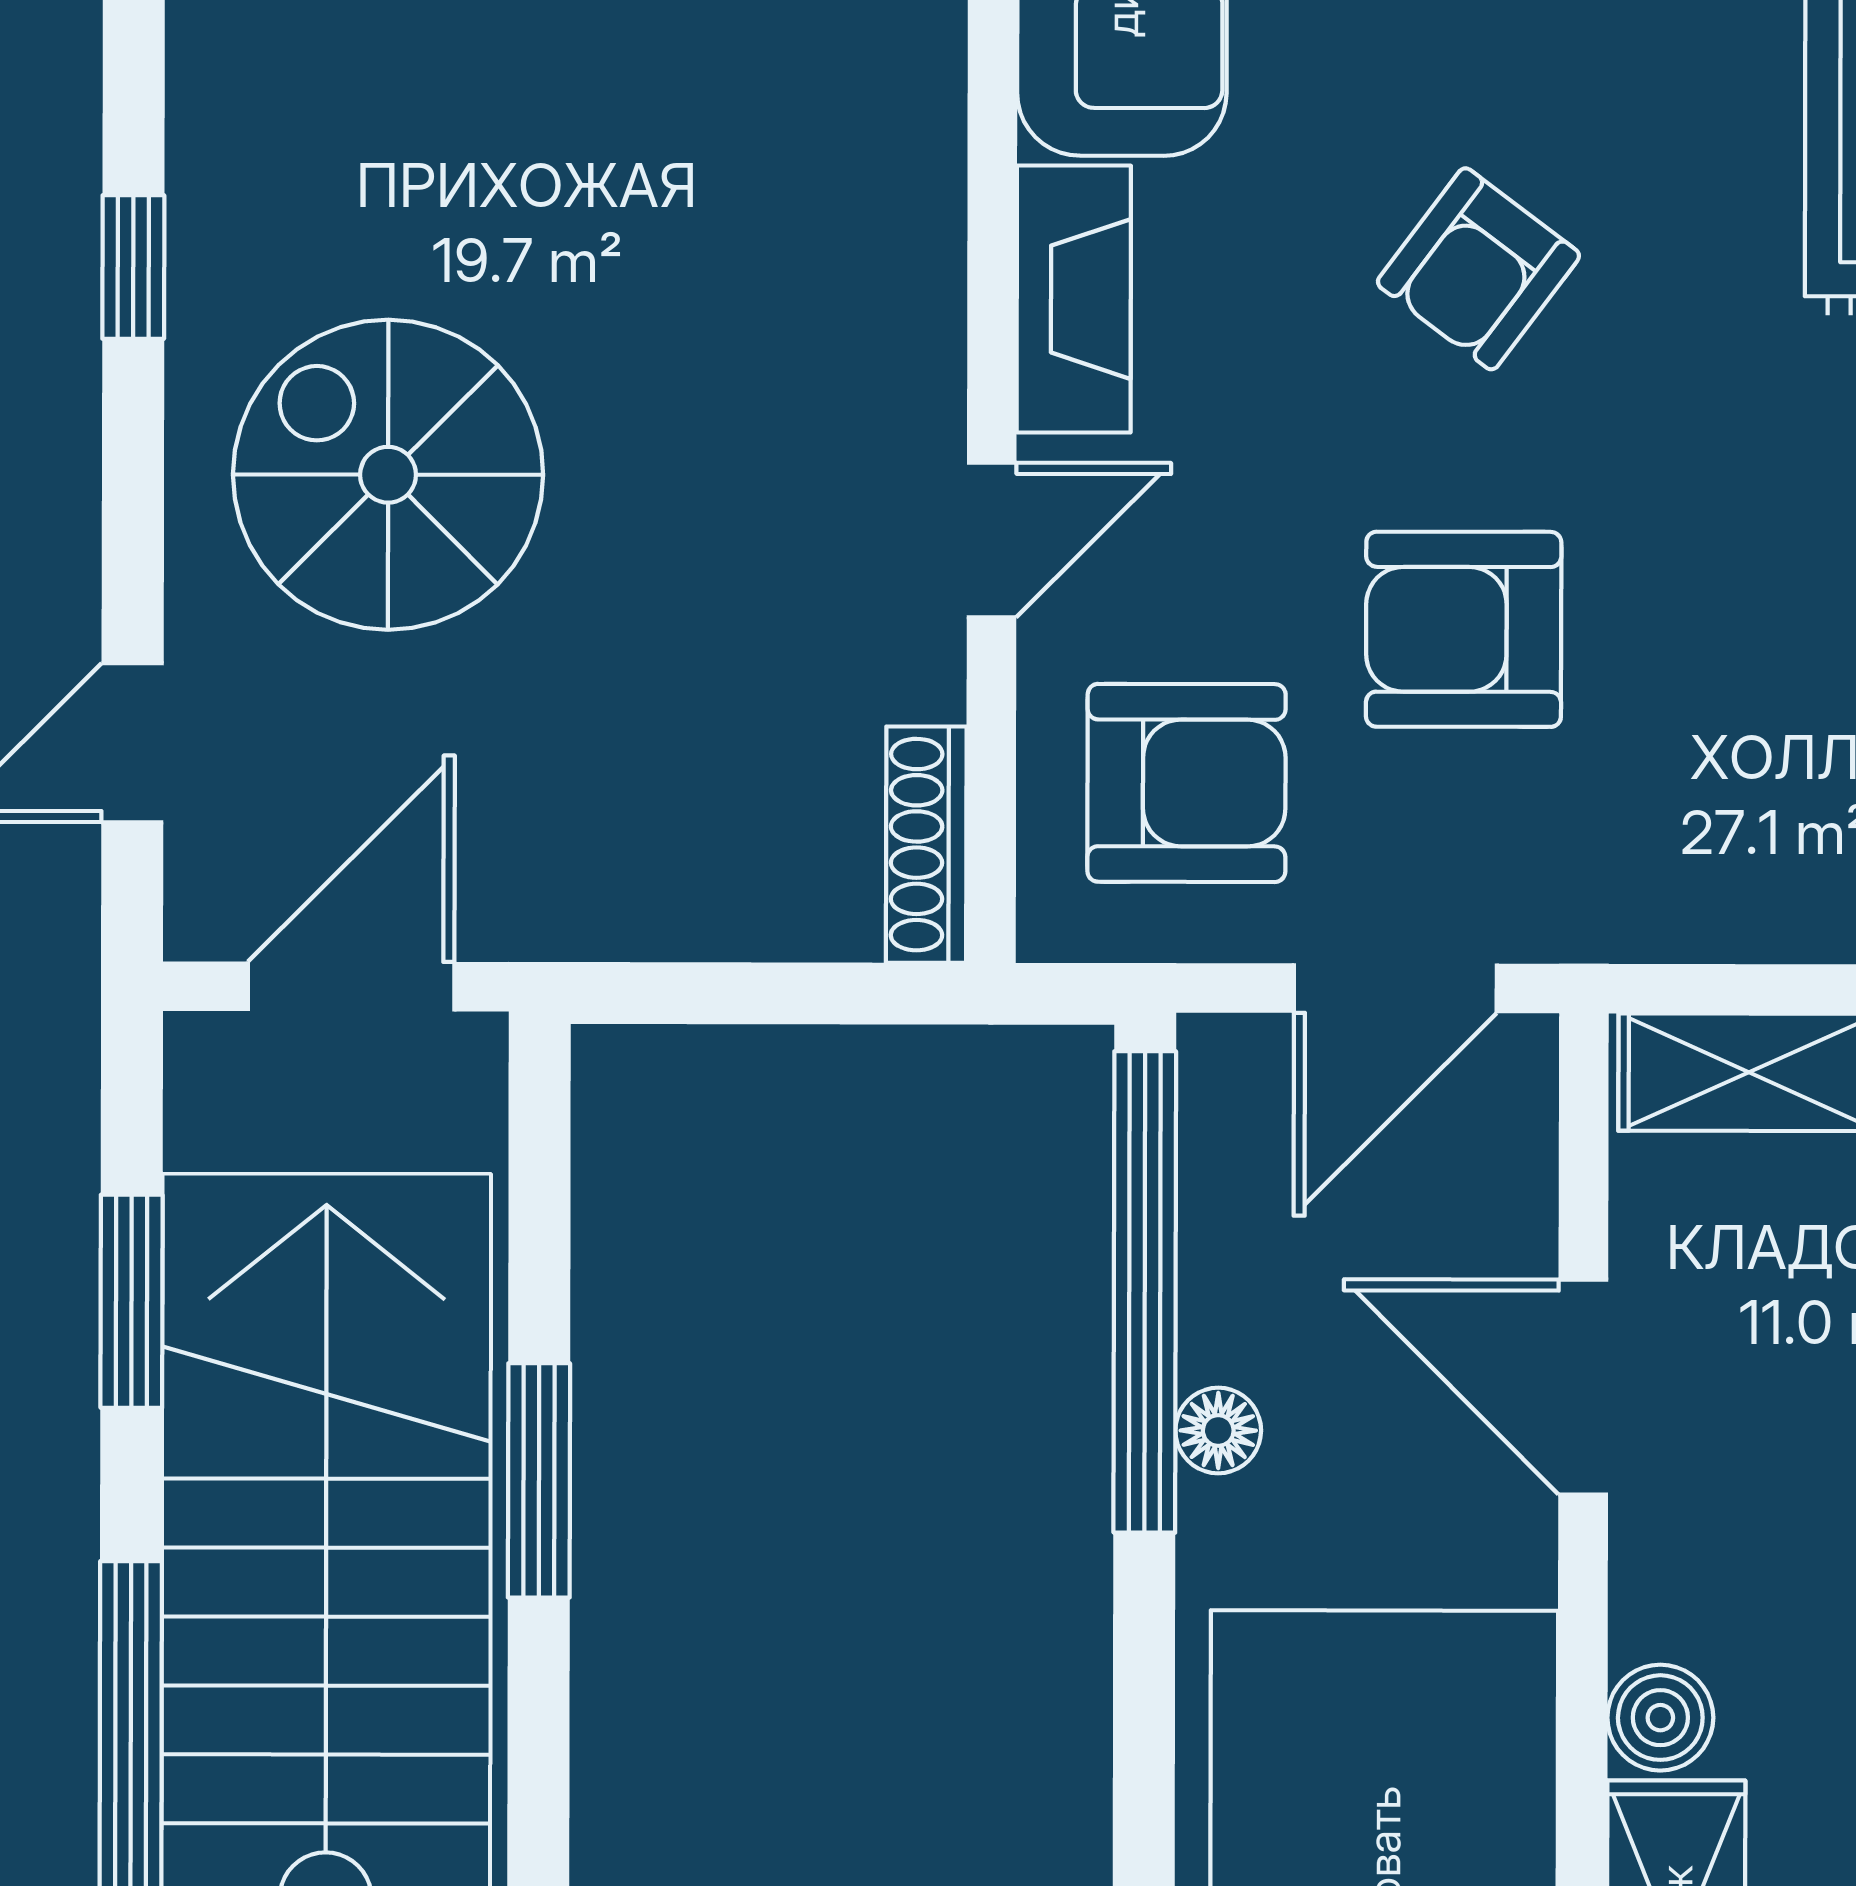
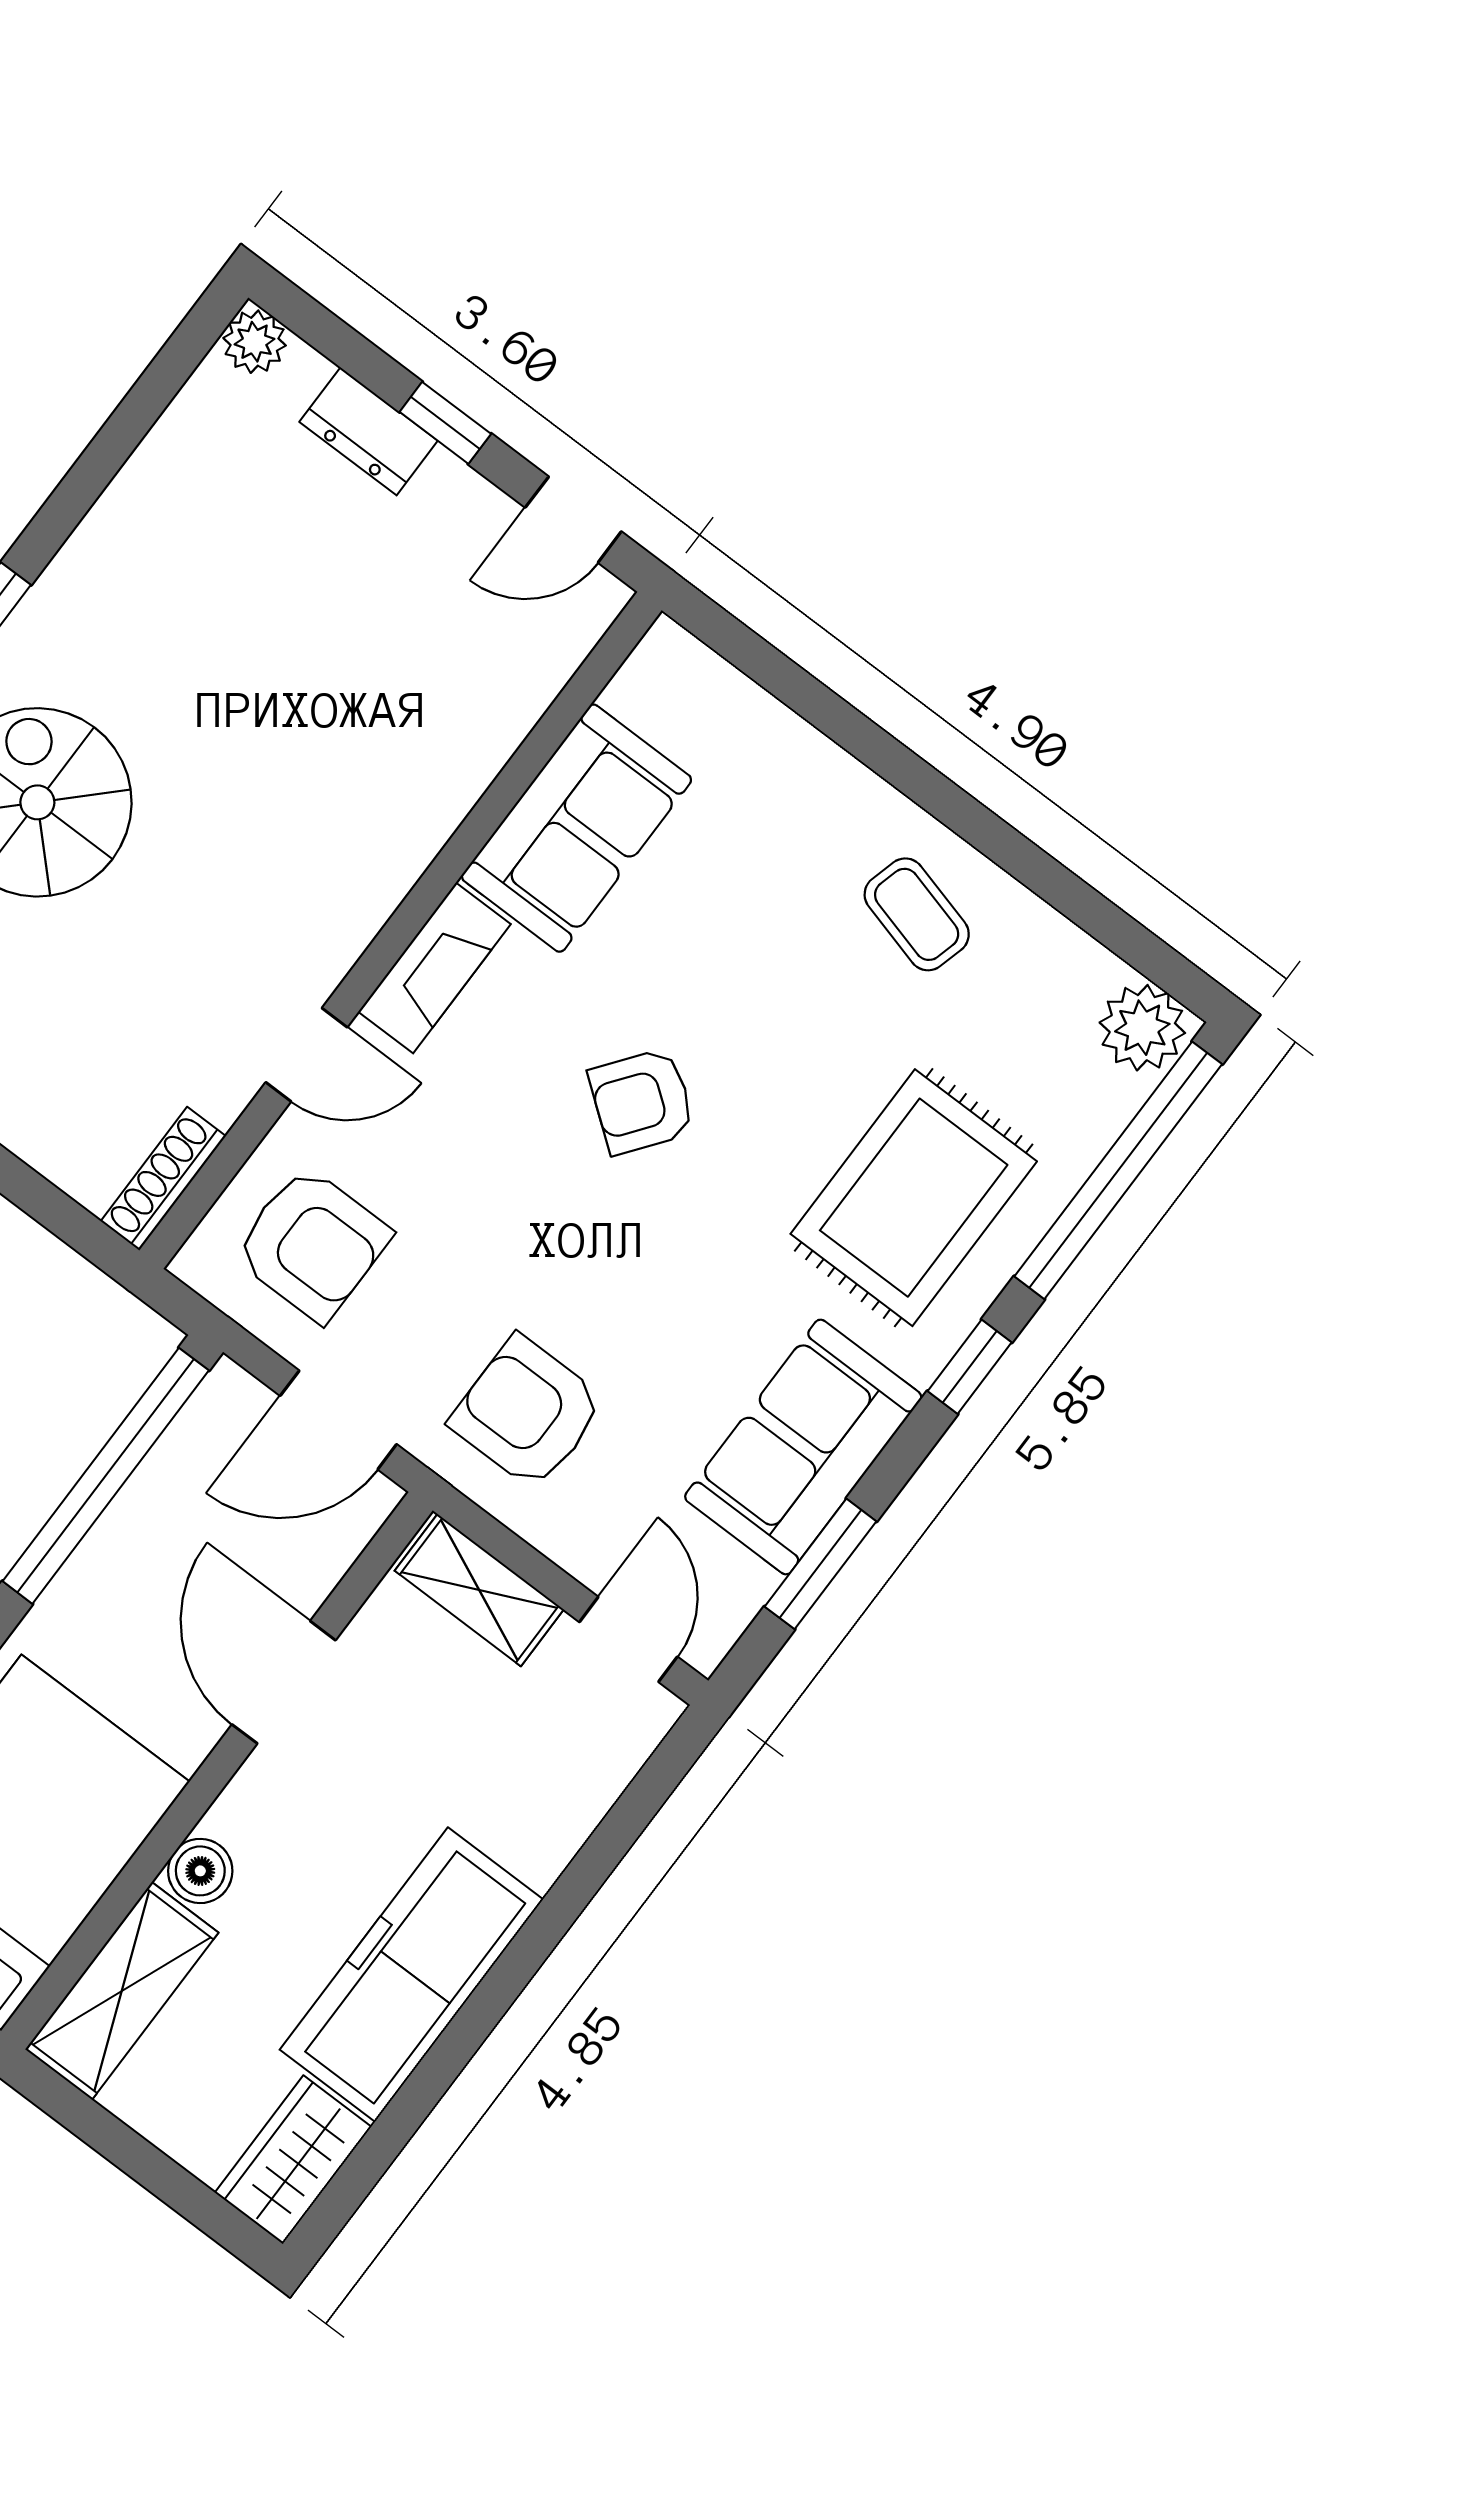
armchair: (1464, 629) -> (527, 1412), moved
floor lamp: (1218, 1430) -> (91, 1570), removed

